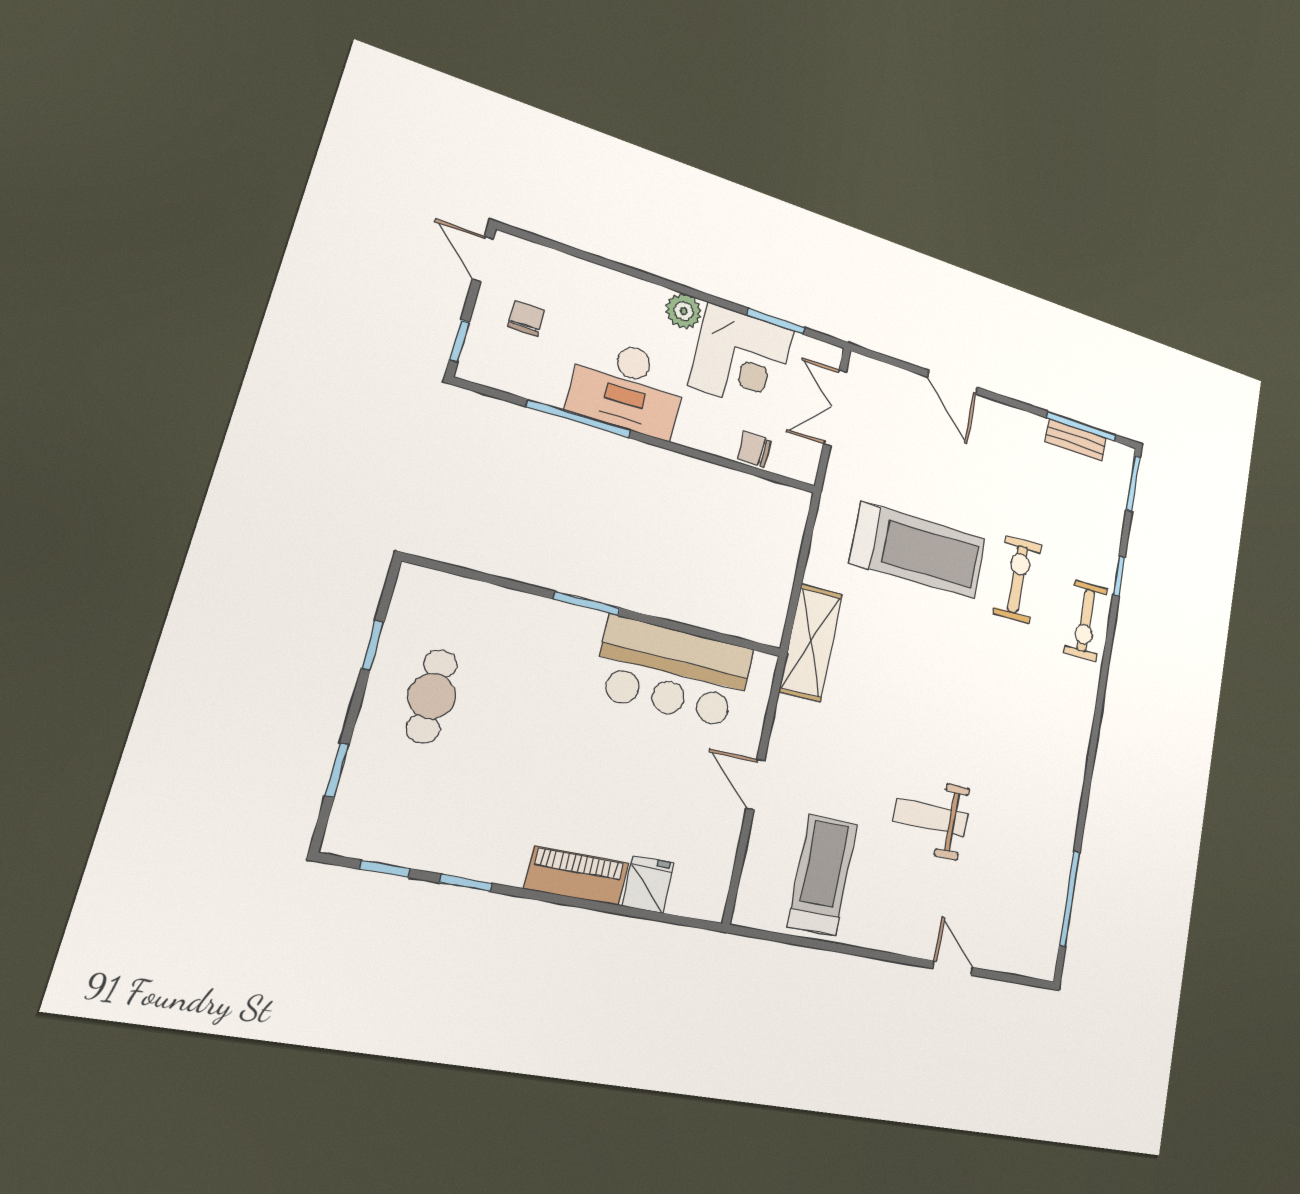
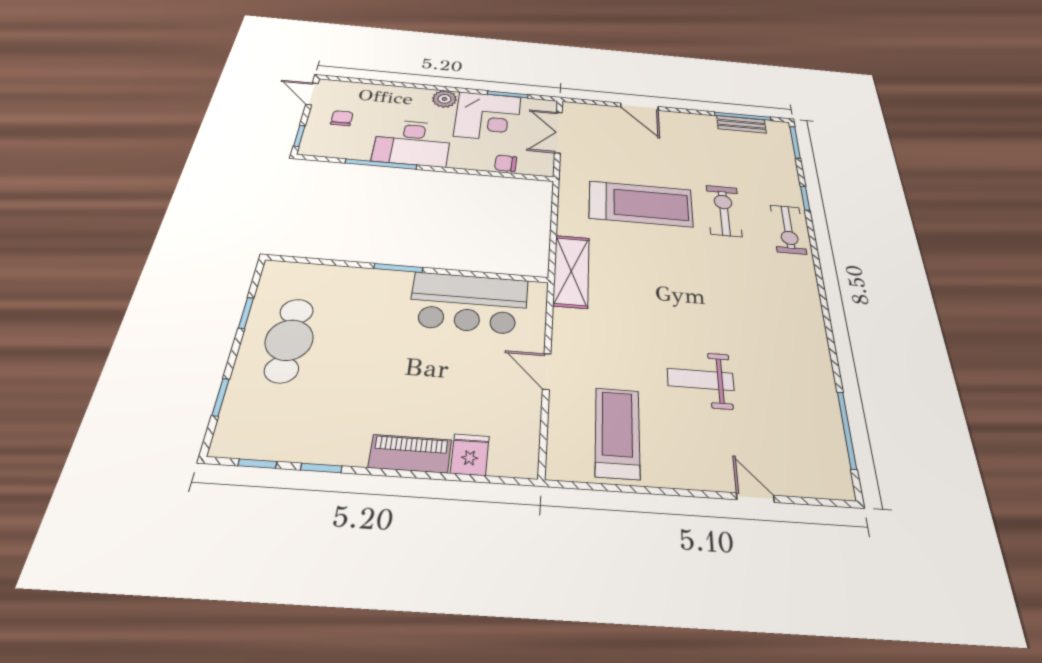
cafe table: (432, 696) -> (289, 340), width x1.37, depth x1.35

